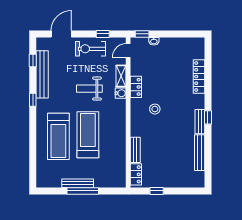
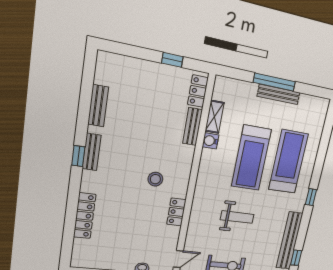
shelving: (121, 76) -> (215, 117), moved
water cooler: (121, 93) -> (210, 141), moved
window: (33, 100) -> (311, 197), moved
bench: (200, 153) -> (98, 106), width x0.73

